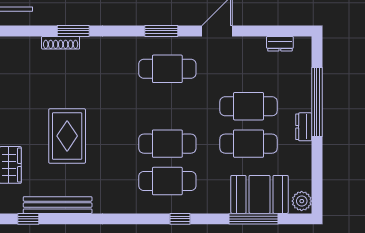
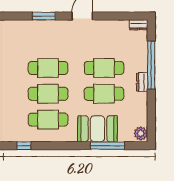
dresser: (280, 44) -> (138, 25), moved
cafe table: (167, 69) -> (48, 68), moved
booth: (260, 194) -> (97, 129), moved
window: (180, 219) -> (24, 146), moved

